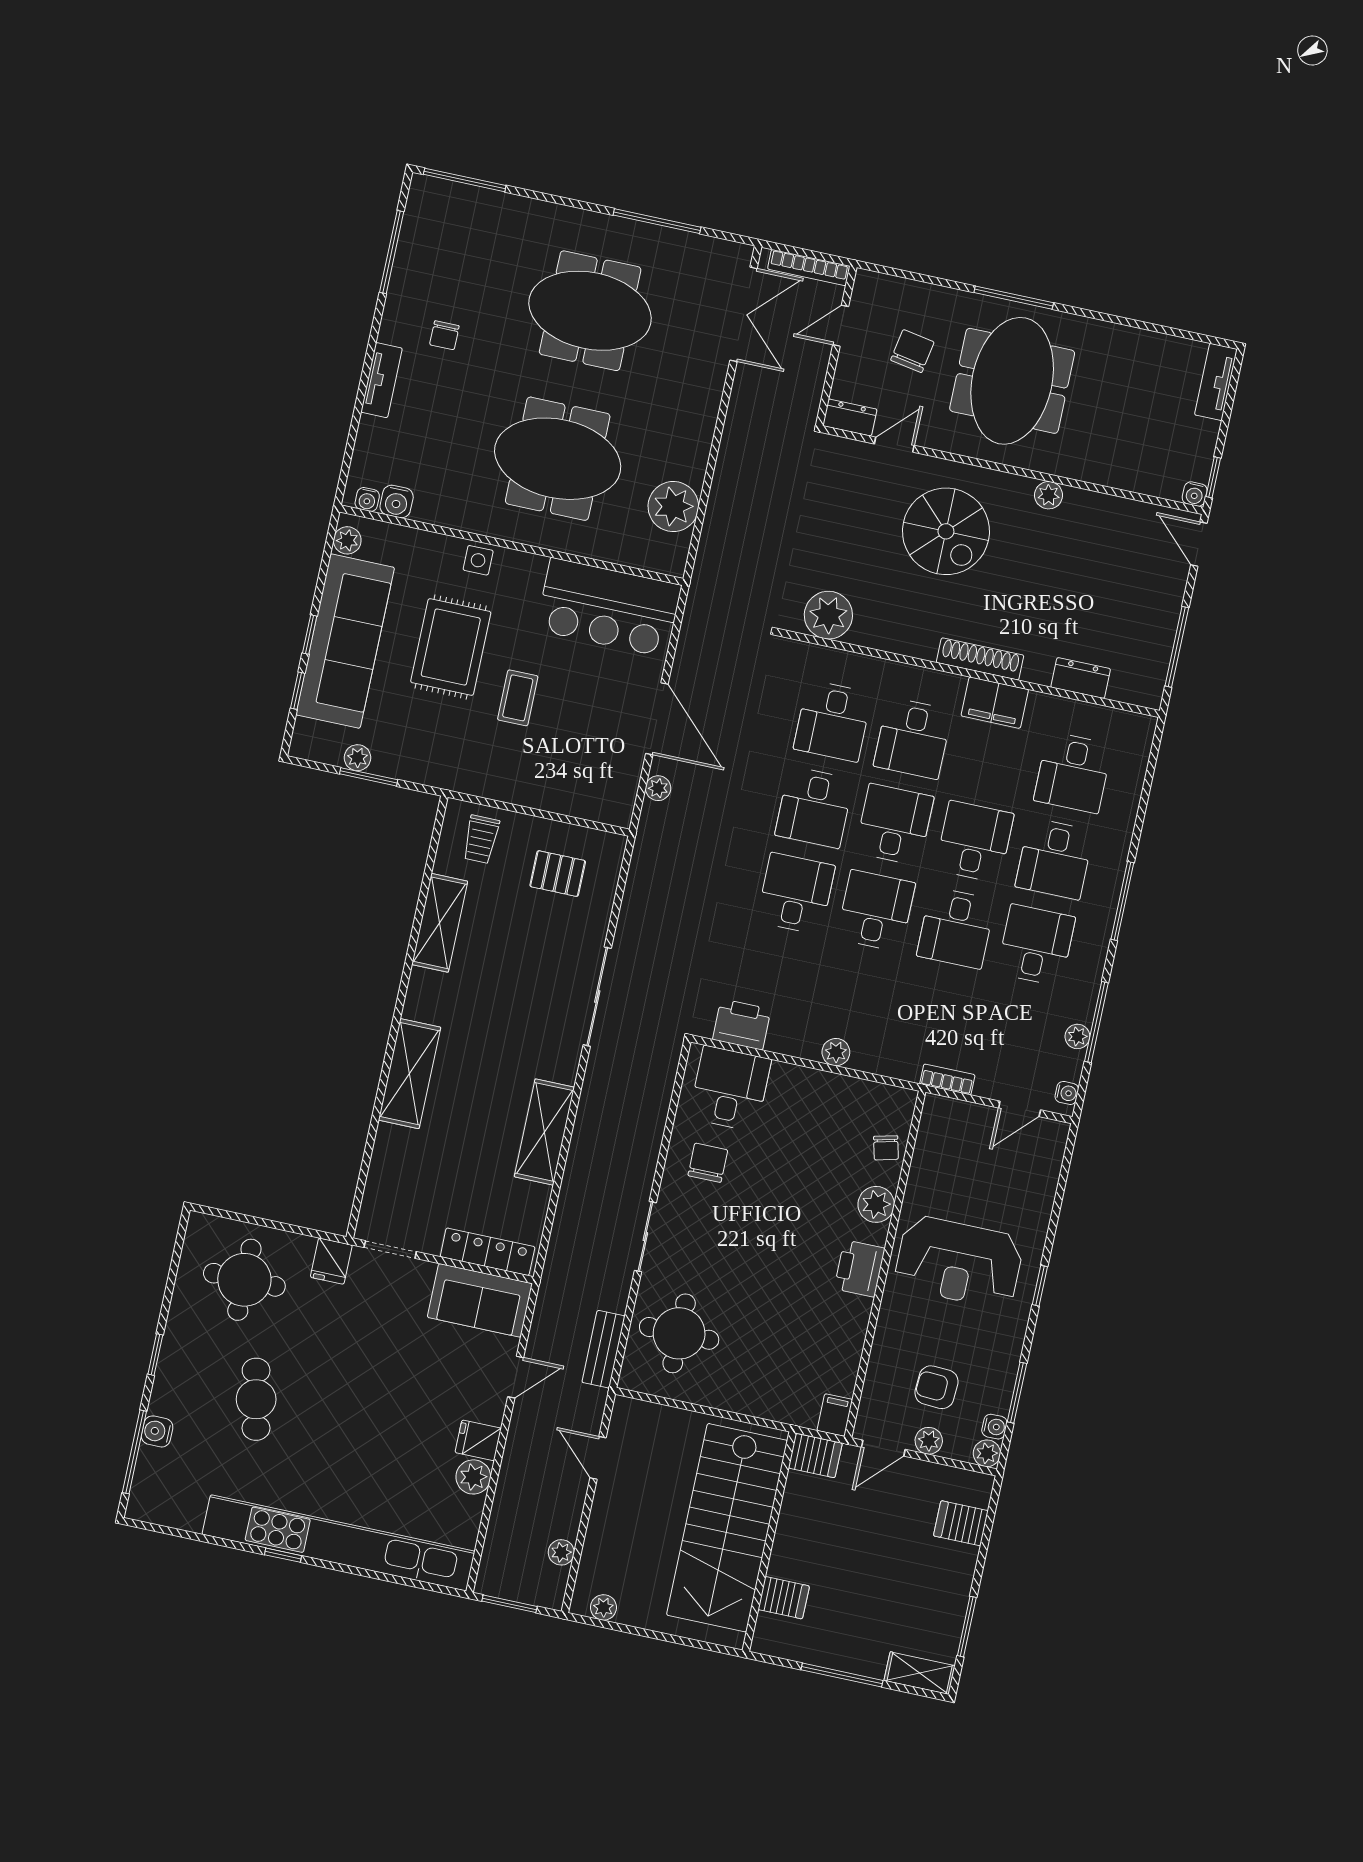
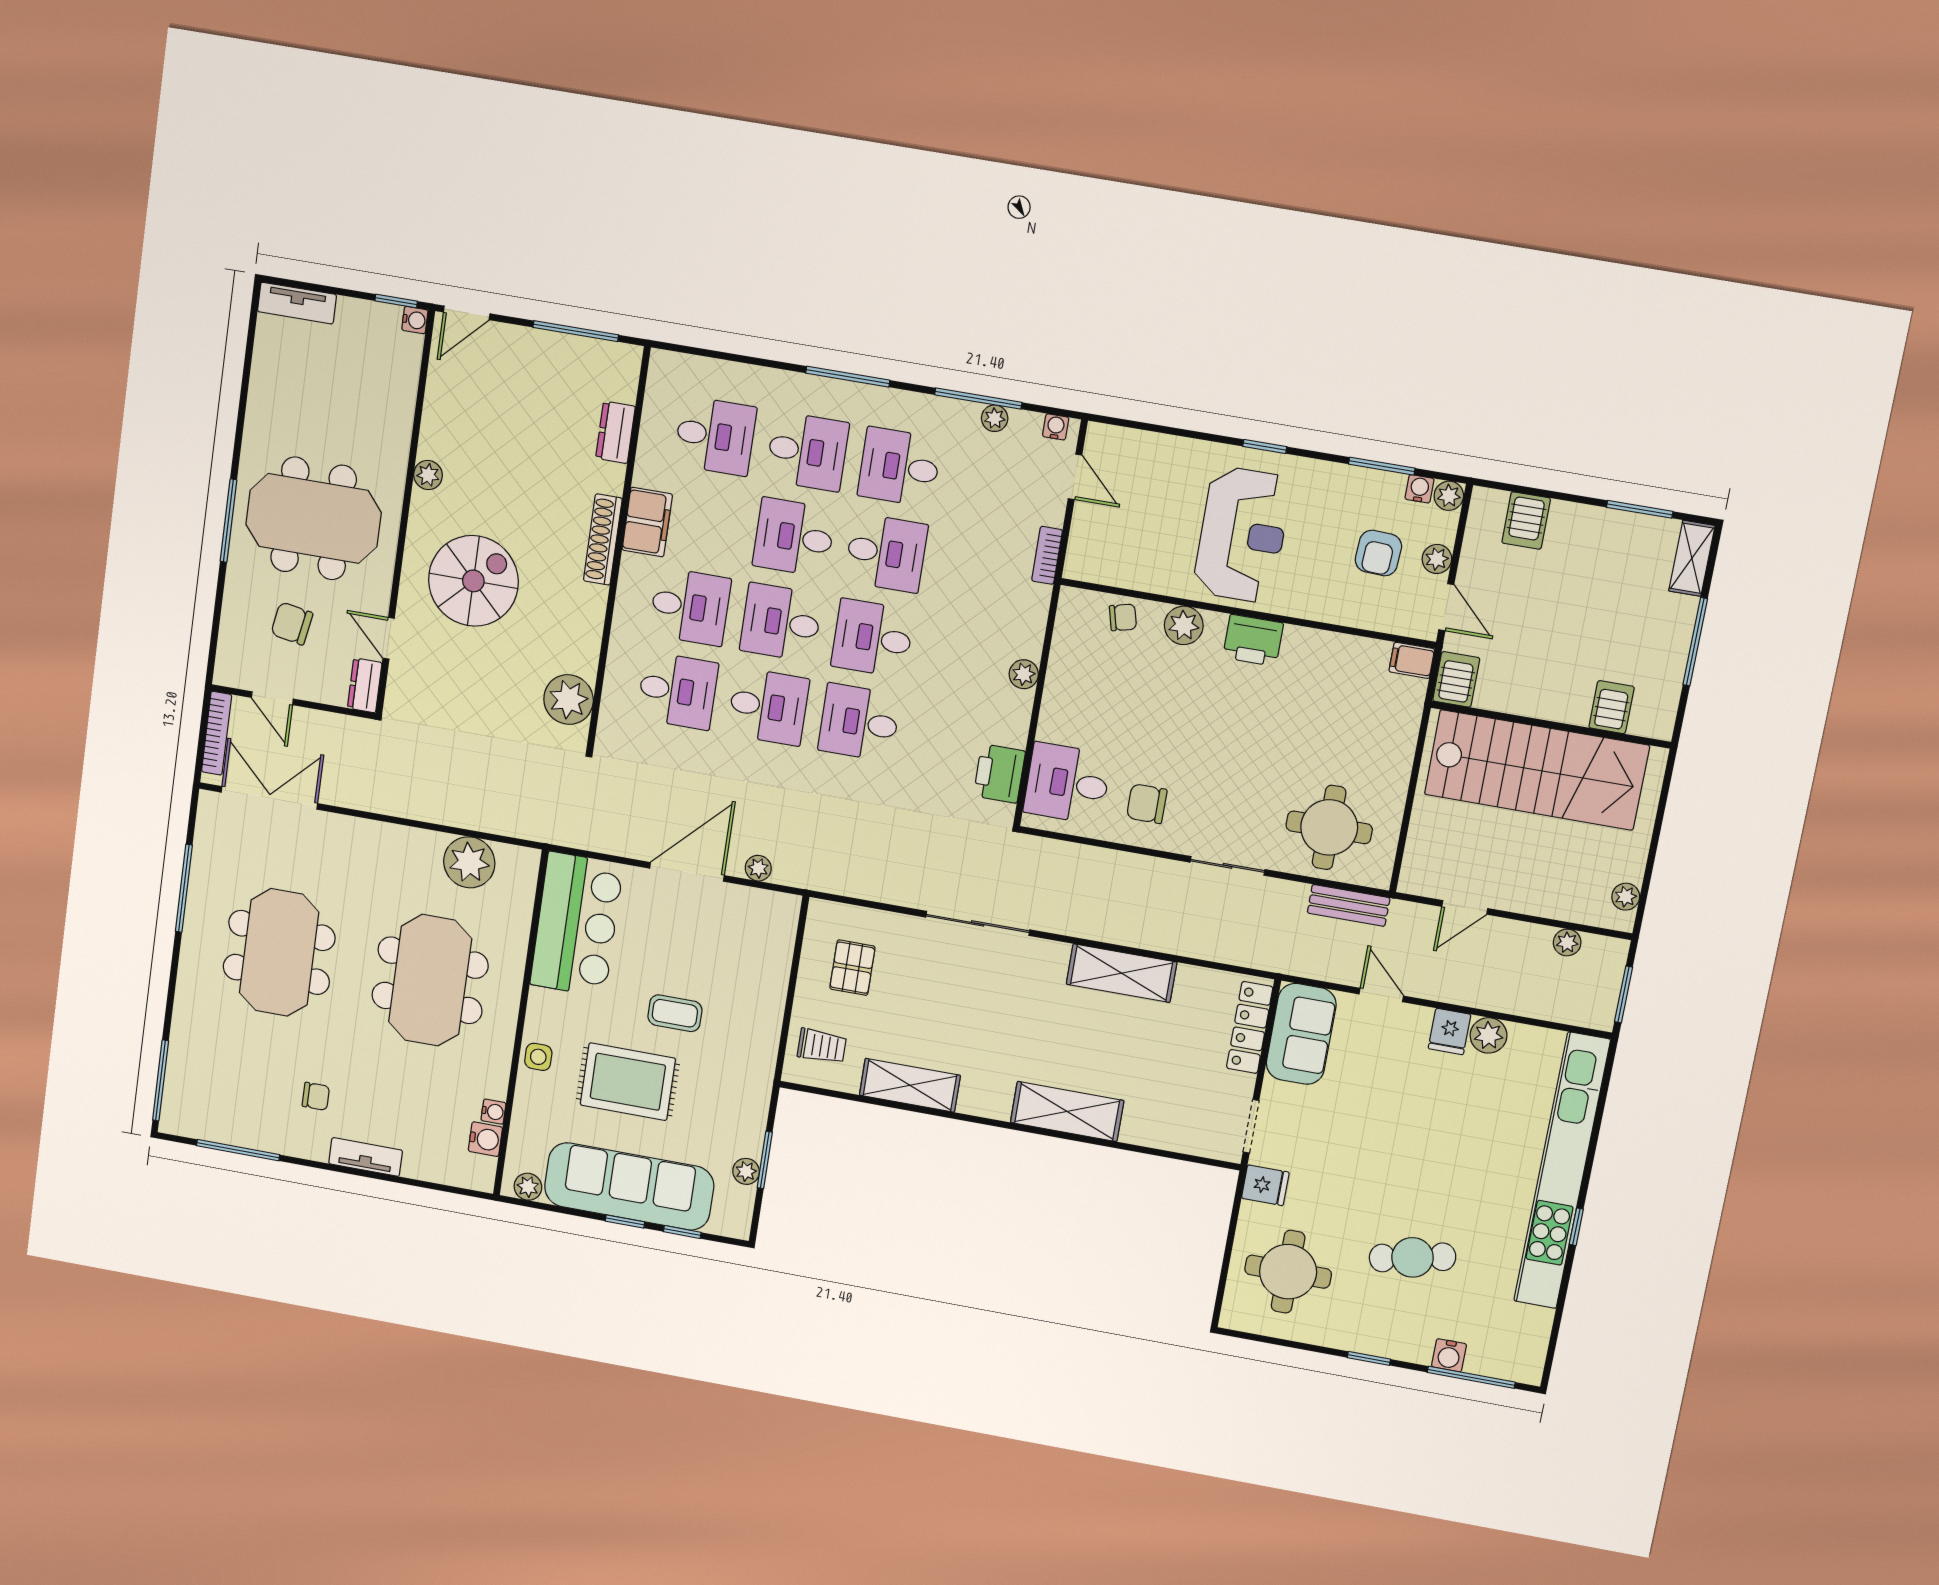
water cooler: (367, 499) -> (493, 1112), moved

